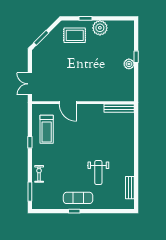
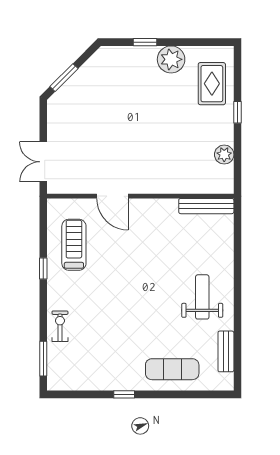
rug: (75, 35) -> (212, 84), moved, turned 90
plant: (129, 64) -> (224, 155), moved
treadmill: (47, 129) -> (74, 245), turned 180
weight bench: (98, 173) -> (202, 297), moved, turned 180
exercise mat: (78, 198) -> (172, 369), moved

